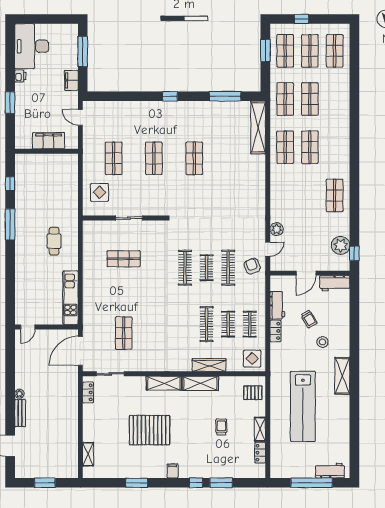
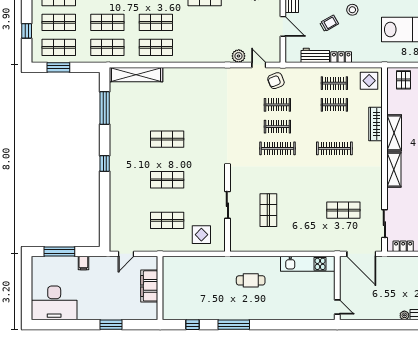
printer: (20, 76) -> (84, 314), removed
filing cabinet: (71, 80) -> (83, 263), width x0.50
clothes rail: (228, 268) -> (277, 105), width x0.73
clothes rail: (207, 324) -> (334, 148), moved

